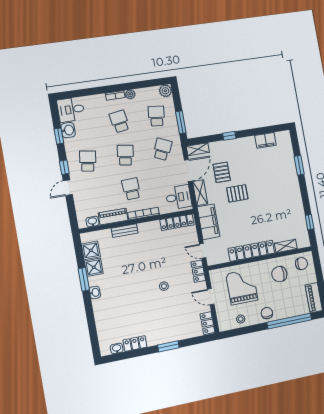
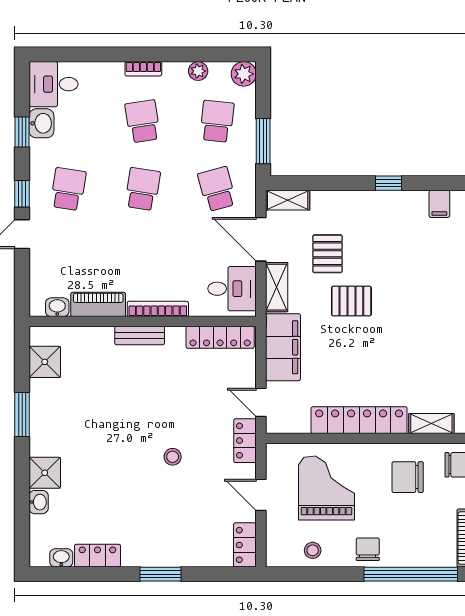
plant: (130, 94) -> (198, 71), moved
window: (229, 136) -> (389, 183), moved
filing cabinet: (265, 140) -> (439, 204), width x0.50
school desk: (162, 149) -> (217, 189), turned -39
door: (188, 171) -> (261, 239), swing flipped
school desk: (131, 189) -> (143, 257), removed
bench: (125, 231) -> (140, 335), moved
shower: (94, 267) -> (45, 473), moved
washbasin: (95, 292) -> (39, 502), moved

